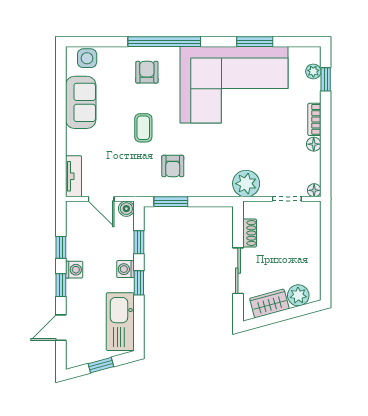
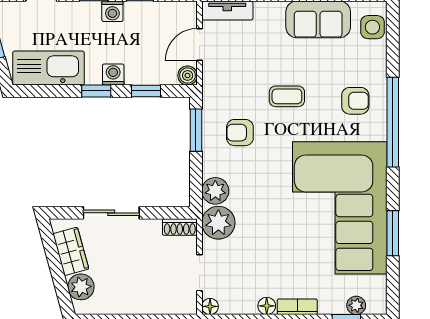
plant: (220, 186) -> (215, 191), added
shoe rack: (250, 233) -> (180, 227), moved

